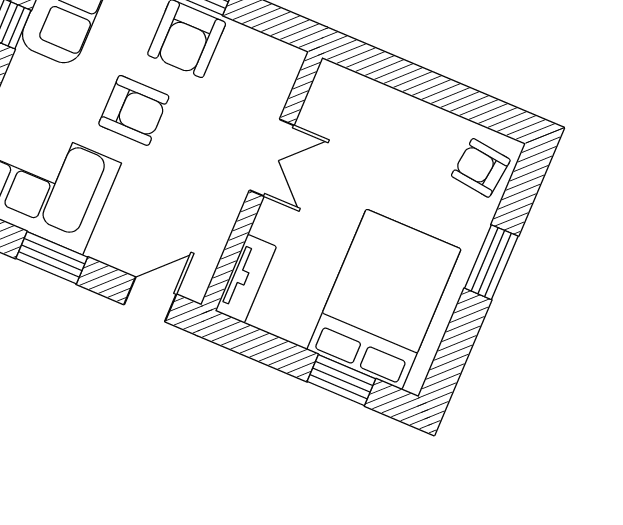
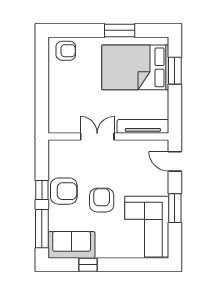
armchair: (481, 168) -> (66, 51), turned -97
window: (491, 262) -> (120, 30), moved
tv unit: (246, 279) -> (143, 126), width x1.41

